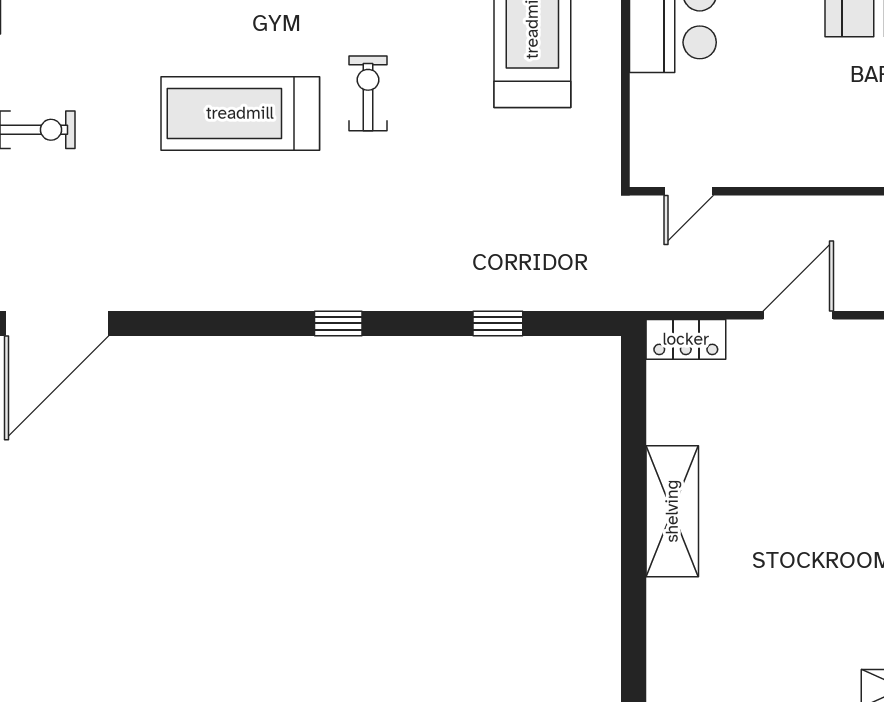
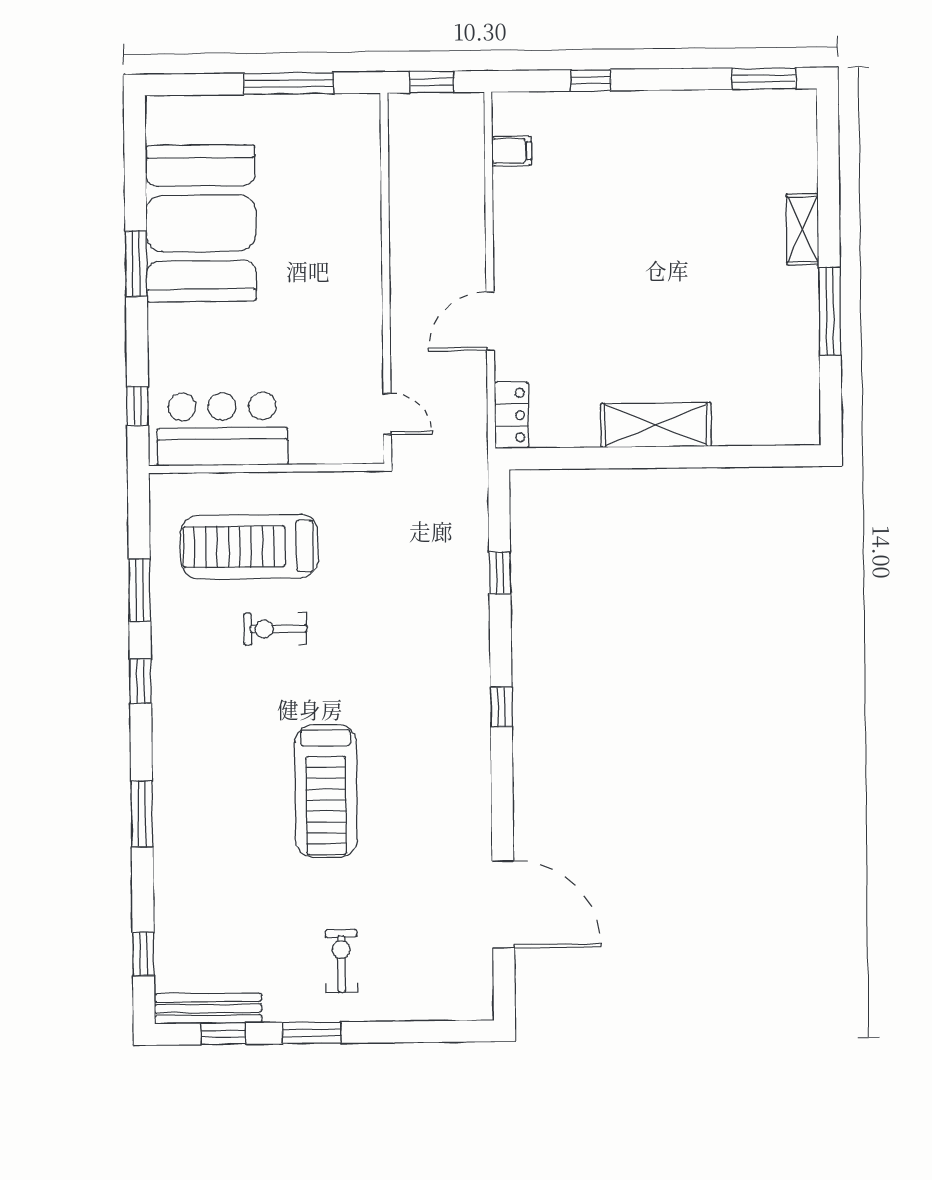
exercise bike: (368, 93) -> (275, 629), moved
door: (798, 315) -> (490, 321), hinge flipped
door: (57, 323) -> (503, 904), moved

